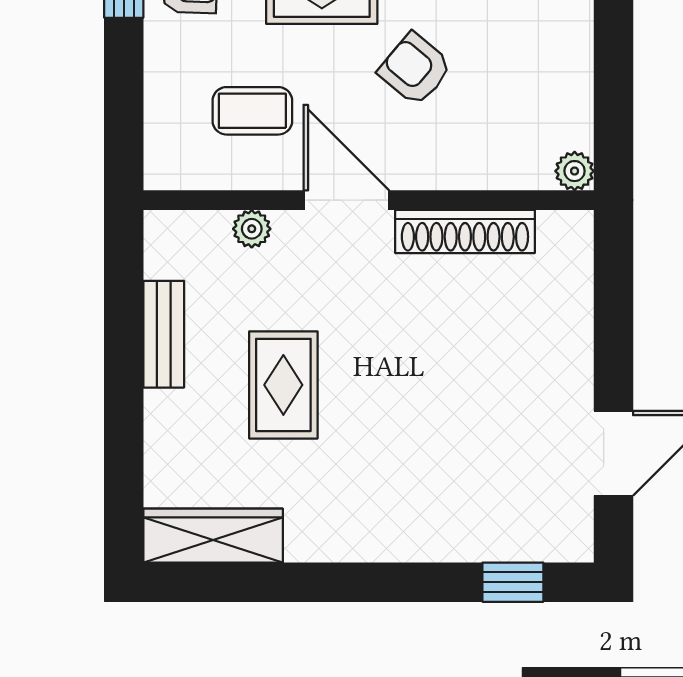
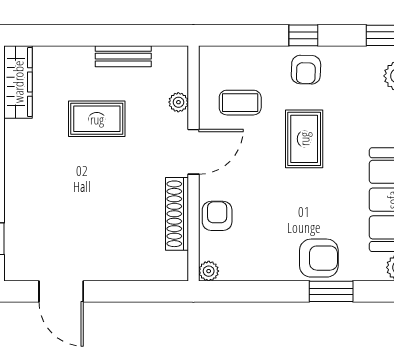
armchair: (415, 69) -> (217, 216), moved, turned -40
coffee table: (252, 111) -> (240, 103), turned 90

